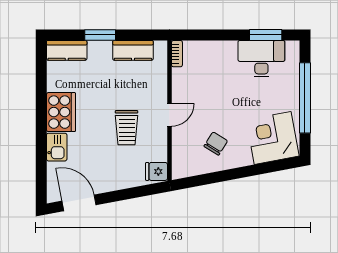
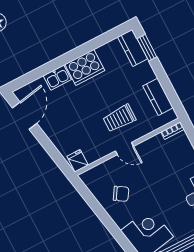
window: (100, 35) -> (147, 48), moved
trolley: (127, 128) -> (119, 118), moved

